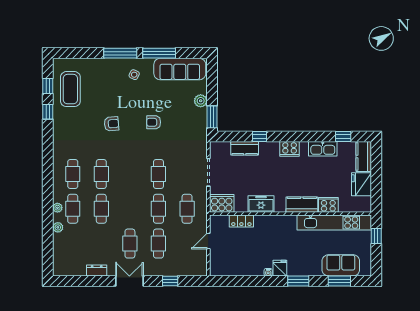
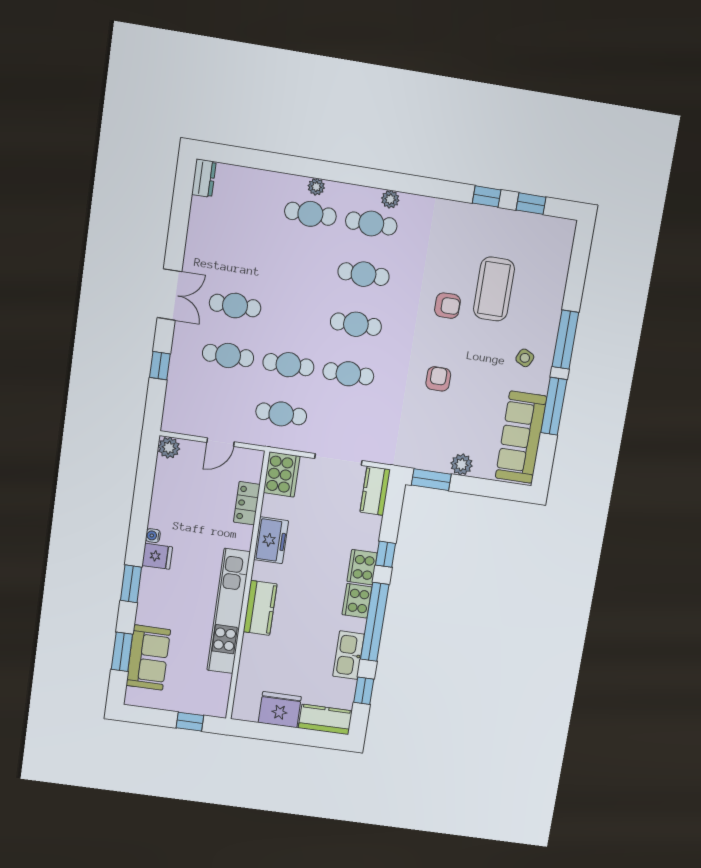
coffee table: (70, 89) -> (494, 289), moved, turned 90
armchair: (111, 124) -> (447, 306), turned -85
window: (301, 136) -> (375, 622), added
kitchen counter: (245, 148) -> (375, 491), moved
cooker: (328, 205) -> (362, 567), moved, turned 180
cafe table: (101, 209) -> (356, 324), moved
kitchen unit: (334, 223) -> (229, 611), moved
plant: (58, 227) -> (390, 199), moved
door: (208, 241) -> (221, 442), swing flipped
plant: (216, 270) -> (169, 448), added
dresser: (97, 271) -> (204, 178), moved

